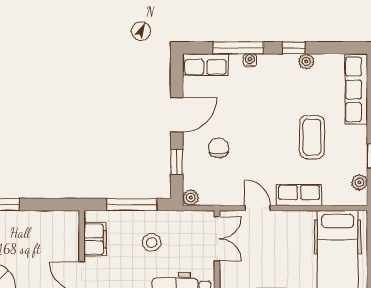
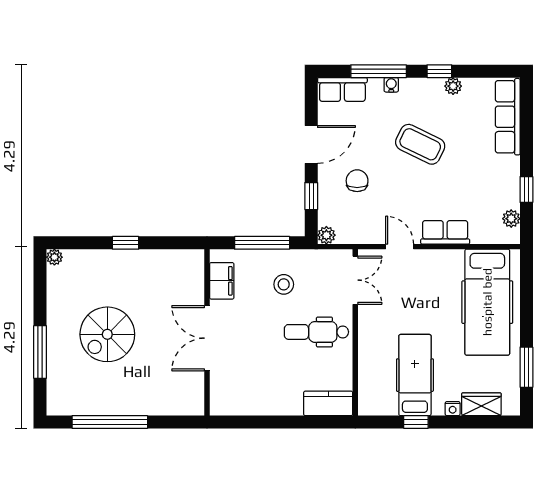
coffee table: (312, 137) -> (420, 144), moved, turned -64

